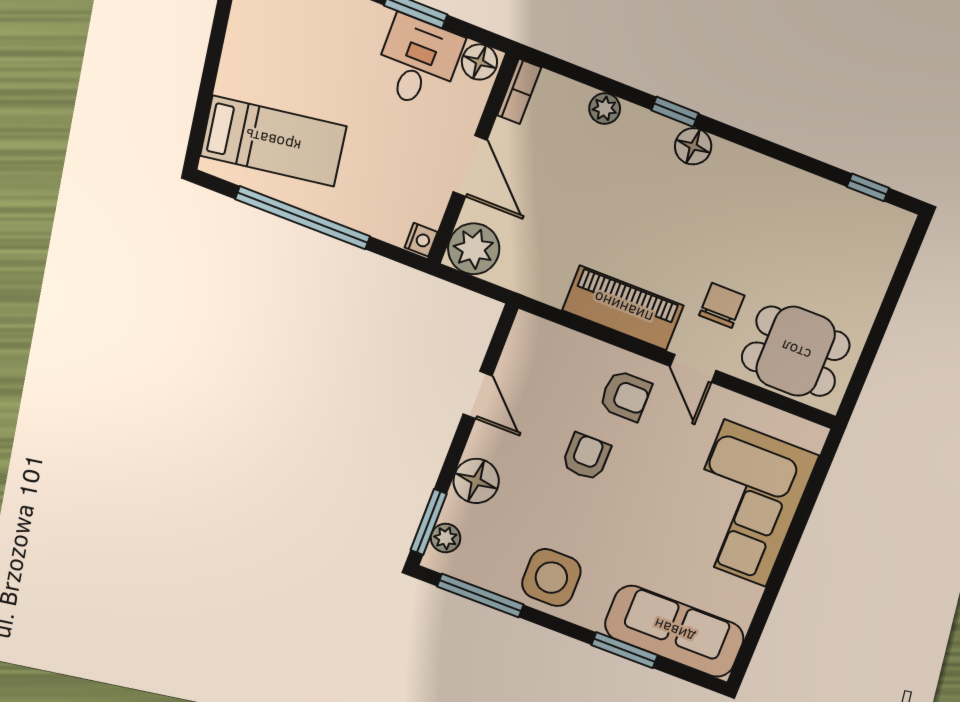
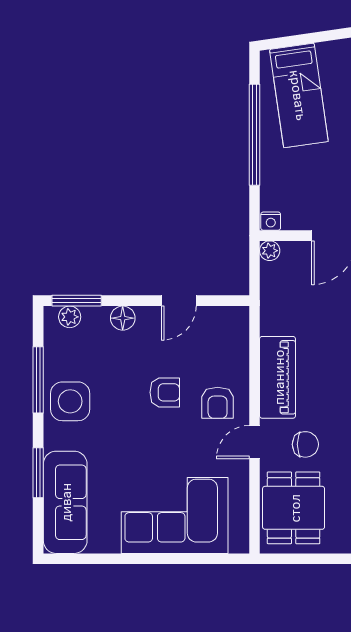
plant: (474, 249) -> (270, 251), width x0.53, depth x0.53
floor lamp: (476, 481) -> (123, 318), width x0.73, depth x0.73
window: (480, 596) -> (38, 380), moved

